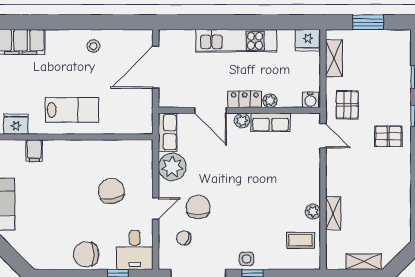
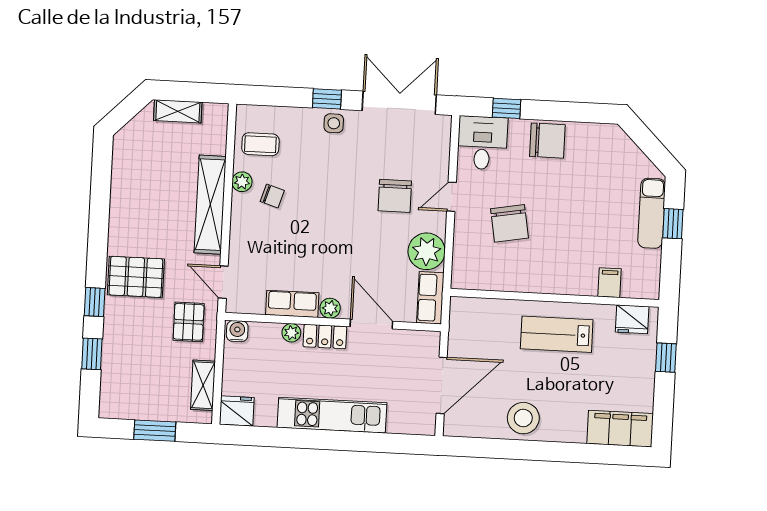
stool: (93, 46) -> (523, 418), width x1.89, depth x1.89
pallet: (388, 136) -> (136, 277), width x1.50, depth x1.42
shelving: (333, 213) -> (210, 205), width x2.20, depth x1.33
chair: (184, 238) -> (272, 196), moved

